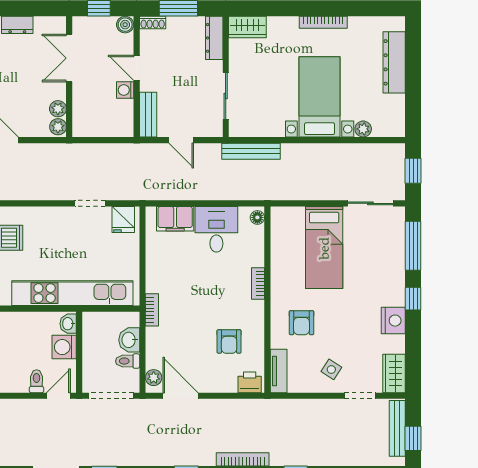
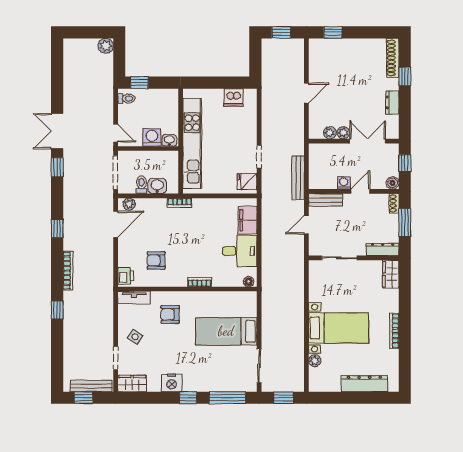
plant: (58, 127) -> (343, 133), moved
bench: (251, 151) -> (298, 178), moved
toilet: (37, 381) -> (126, 98), moved

